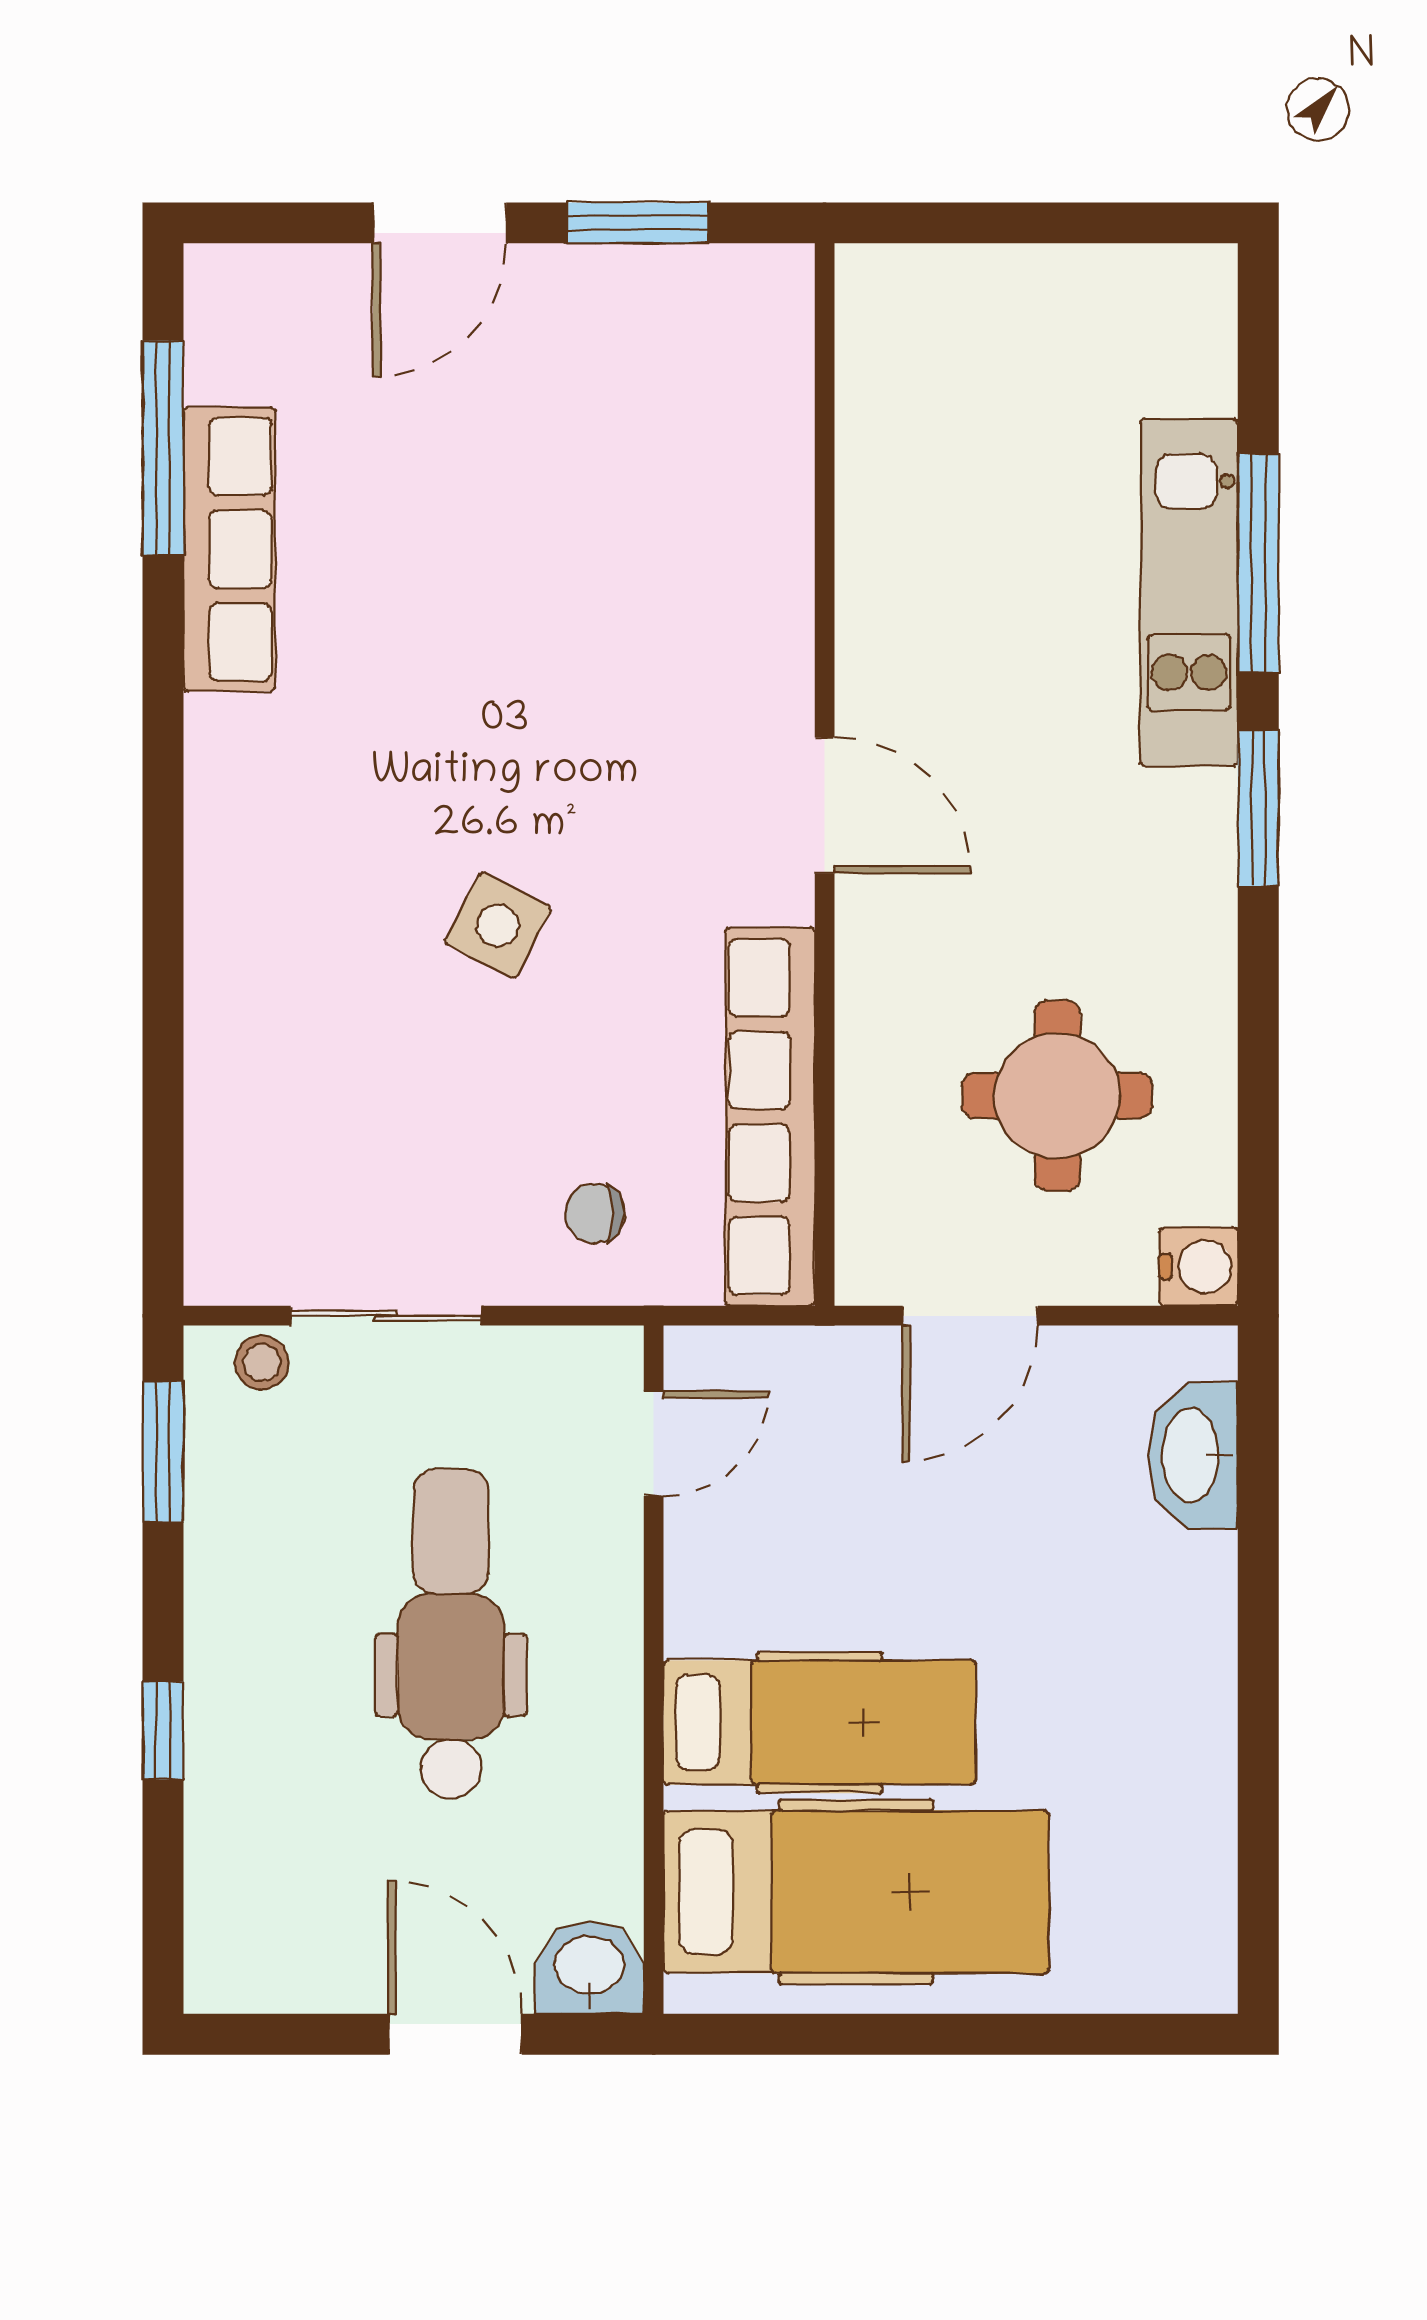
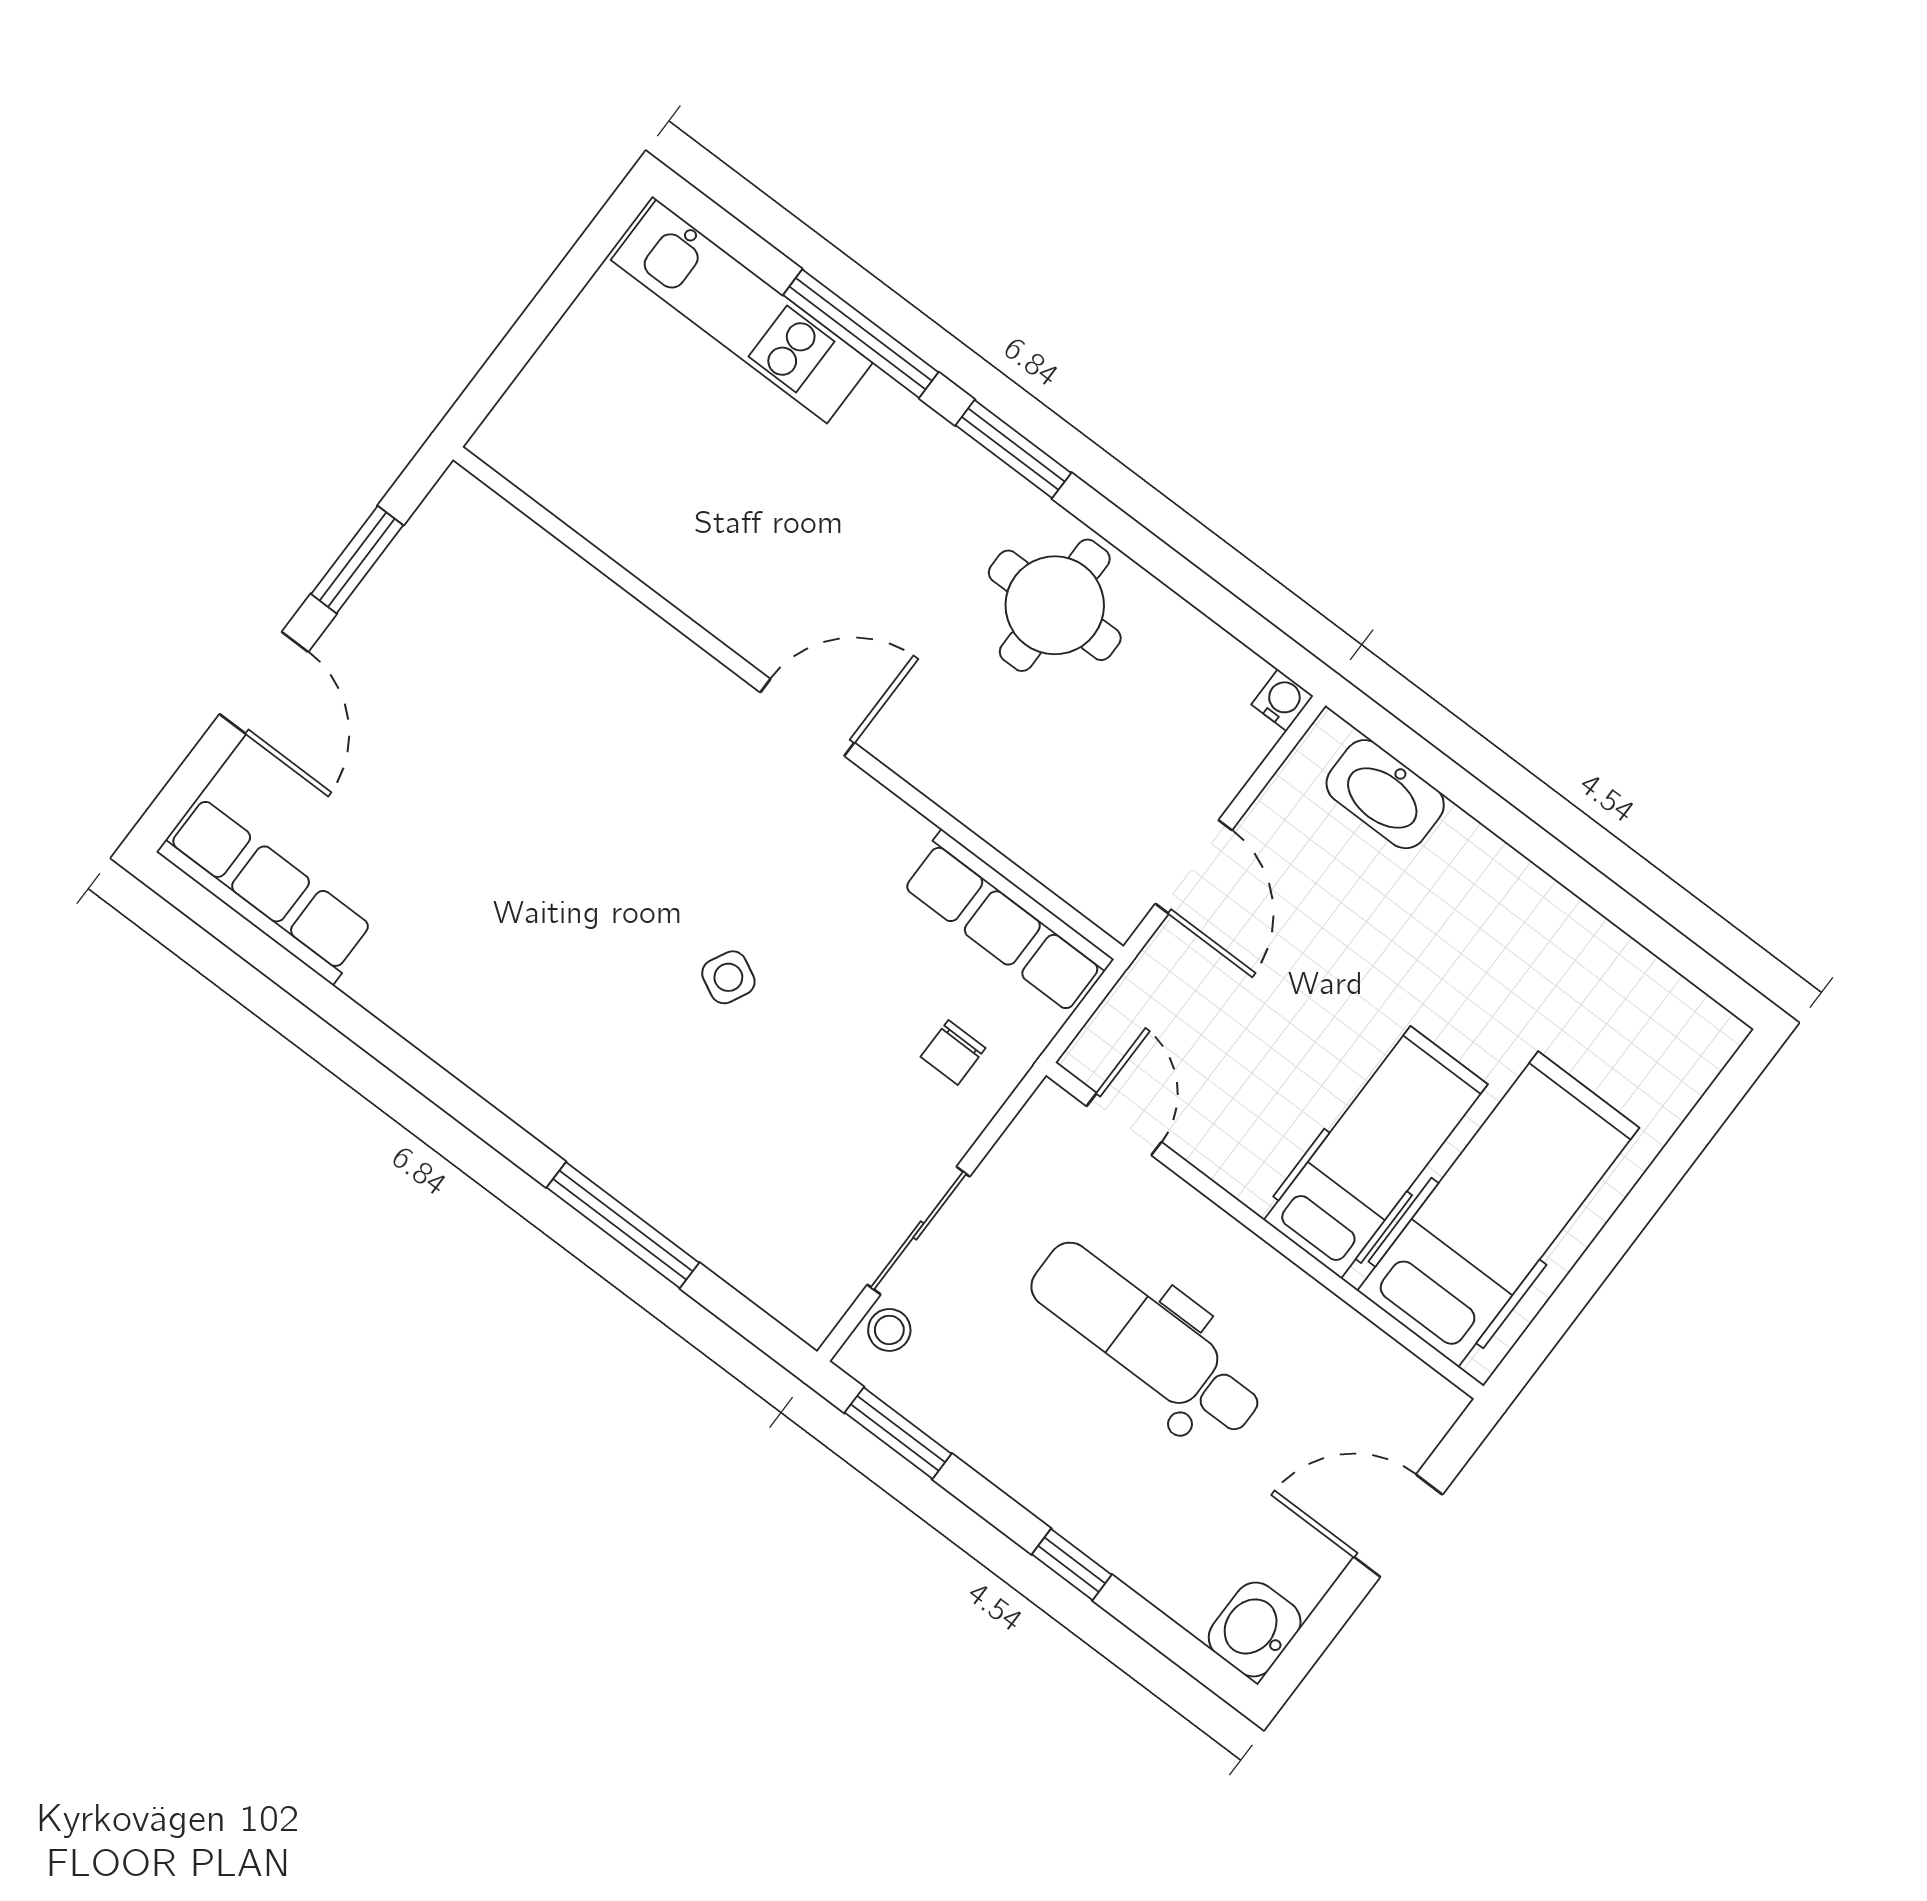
window: (163, 448) -> (623, 1225), moved
row of seats: (229, 549) -> (266, 890), moved
kitchen unit: (1189, 592) -> (742, 311), moved
side table: (498, 925) -> (728, 977), width x0.73, depth x0.73
round table: (1057, 1096) -> (1055, 605), moved
row of seats: (770, 1117) -> (1007, 922), width x0.73
water cooler: (1199, 1267) -> (1282, 700), width x0.72, depth x0.72
washbasin: (589, 1968) -> (1255, 1630), moved

